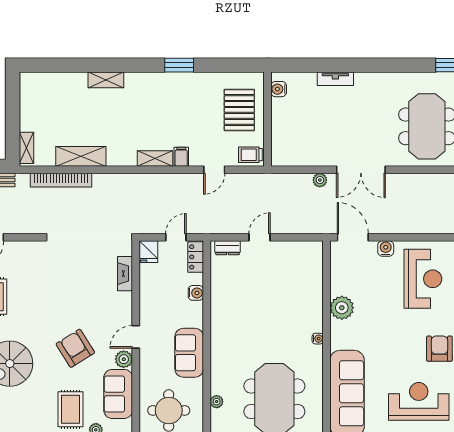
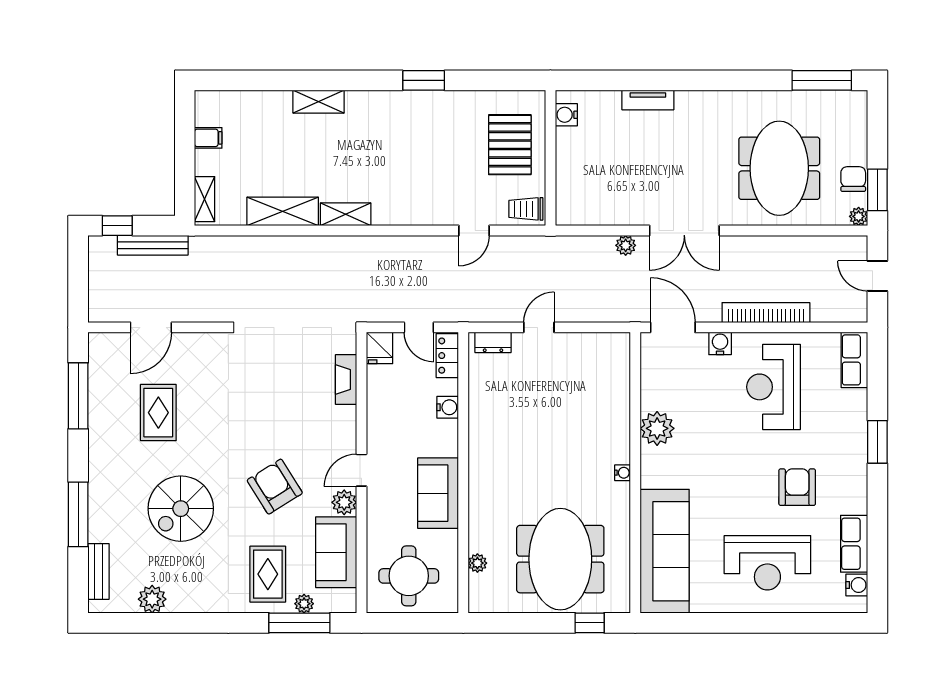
filing cabinet: (181, 157) -> (208, 138), moved, turned 90
shelving: (155, 158) -> (346, 214), moved
bookcase: (61, 180) -> (766, 313), moved, turned 180
door: (176, 237) -> (419, 327), swing flipped
reception desk: (423, 279) -> (773, 387), turned 180
reception desk: (419, 401) -> (767, 563), turned 180

